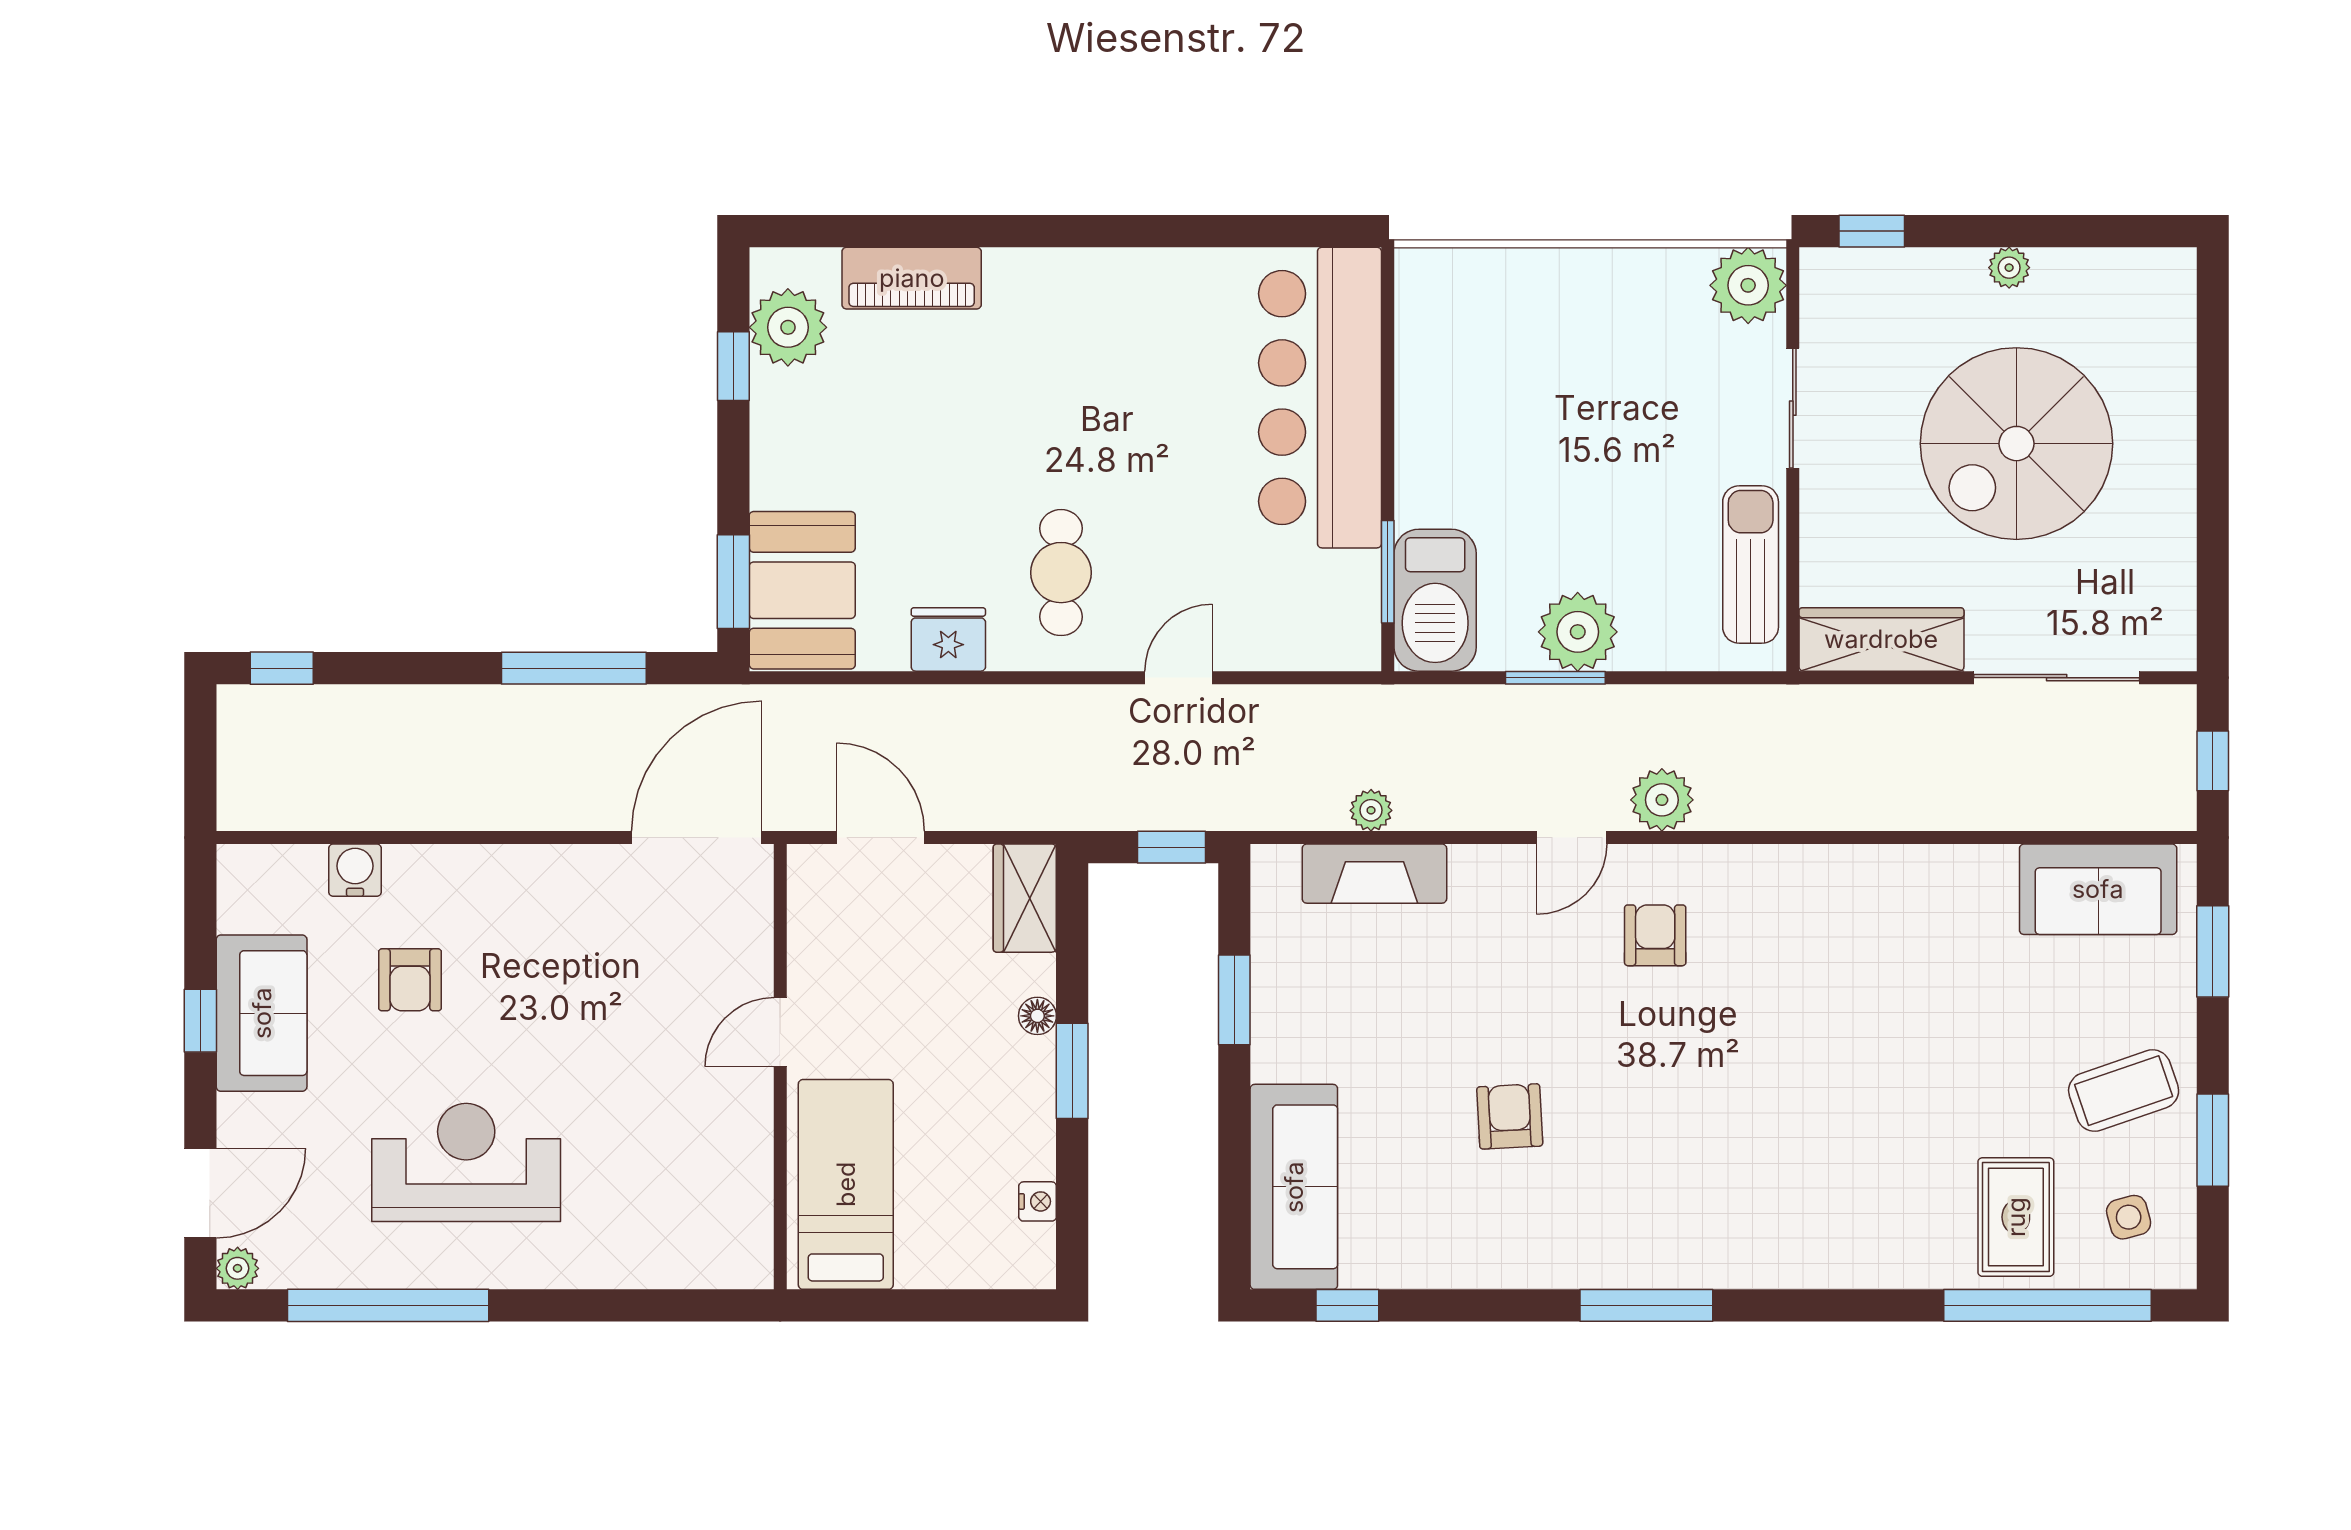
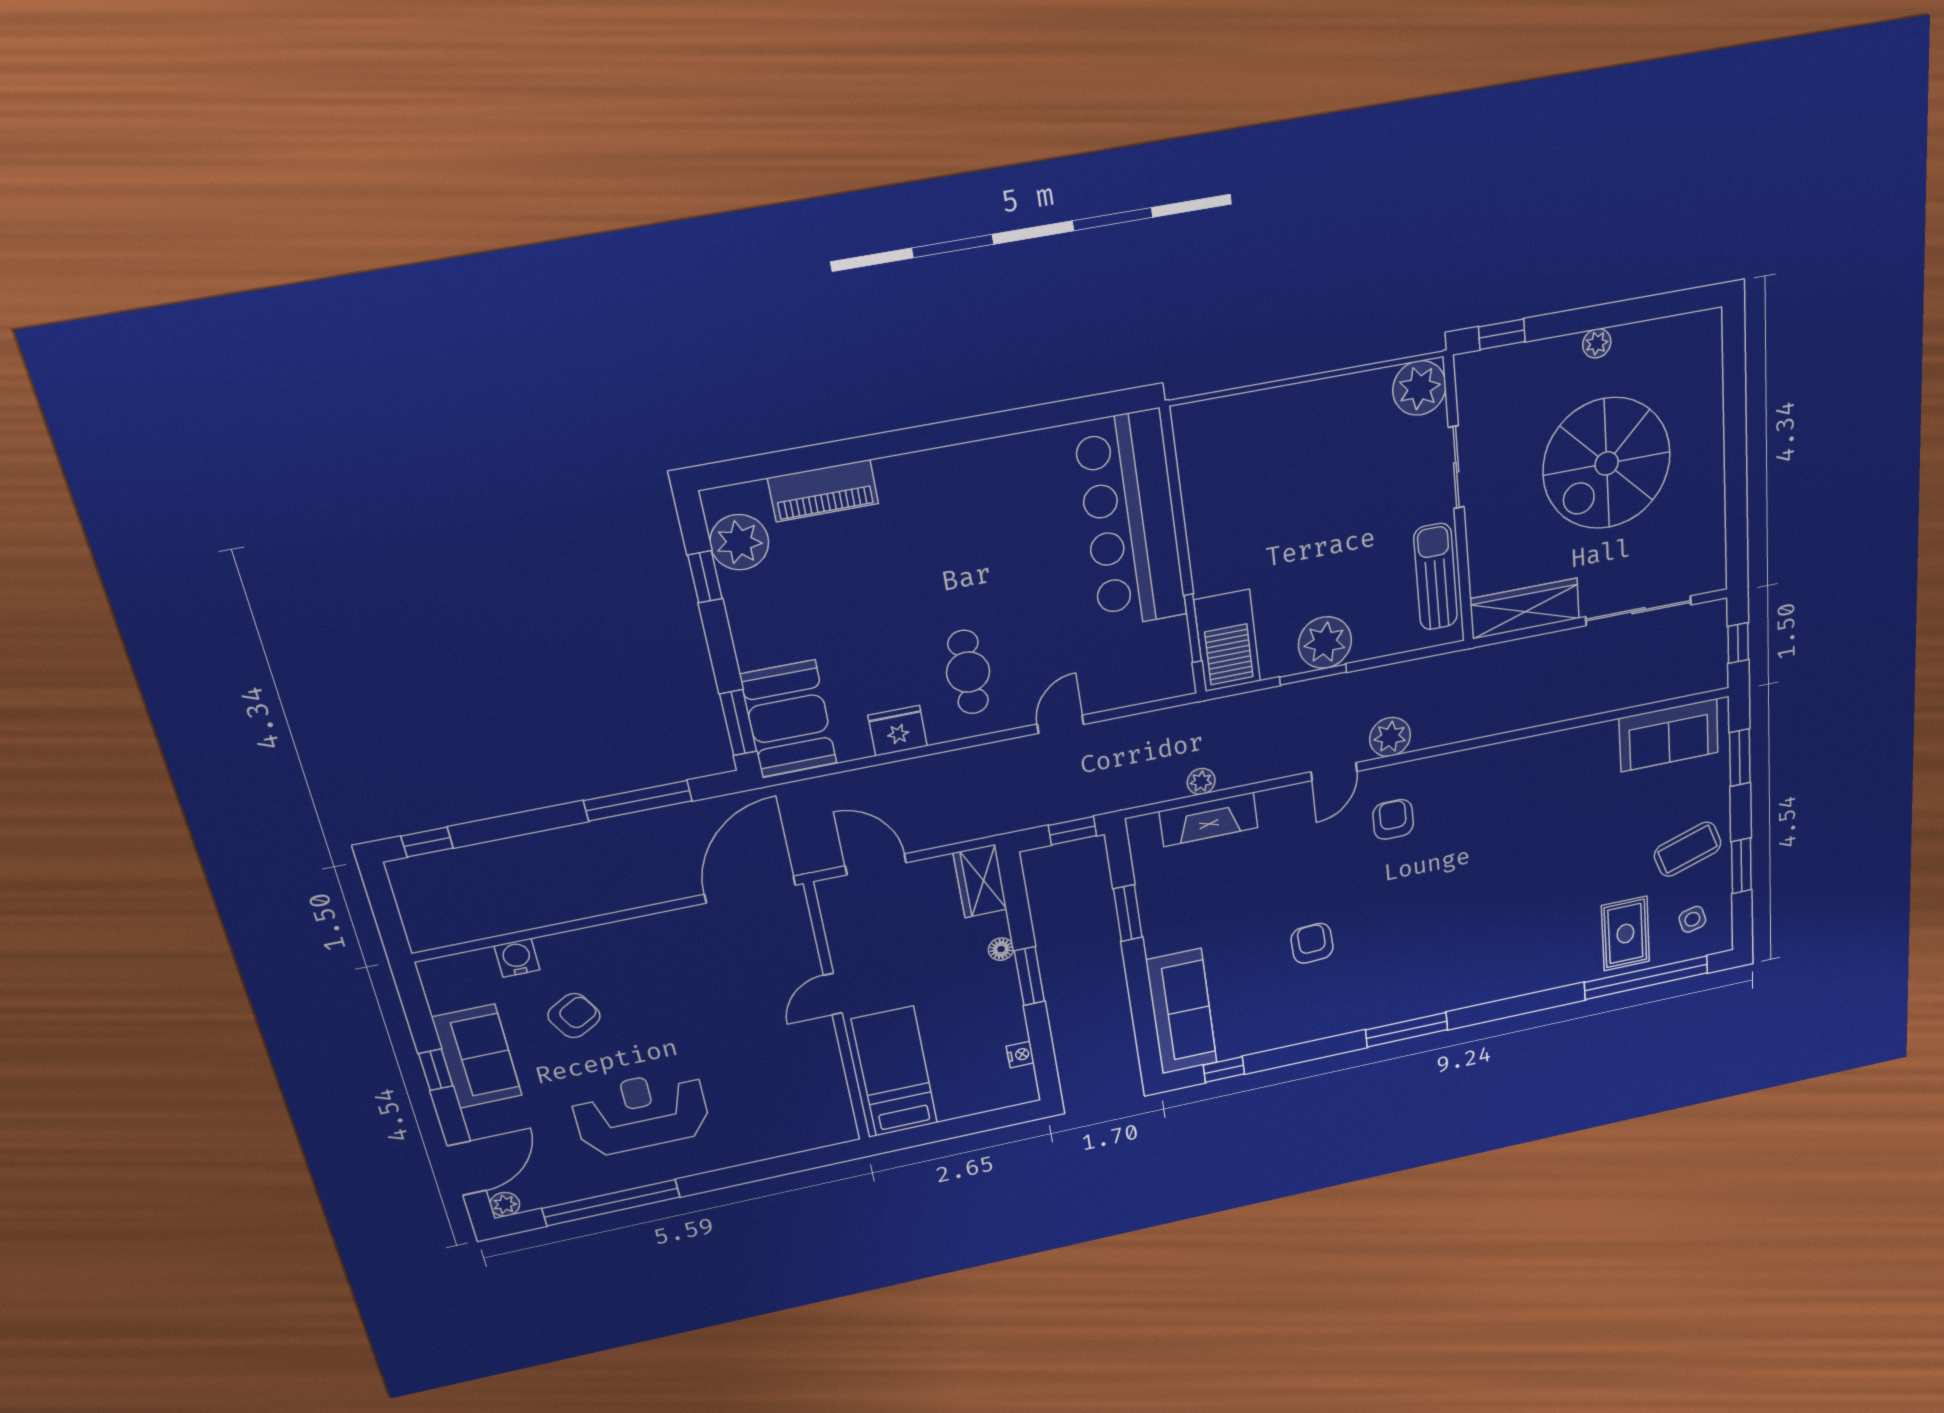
armchair: (410, 980) -> (574, 1016), turned -120

